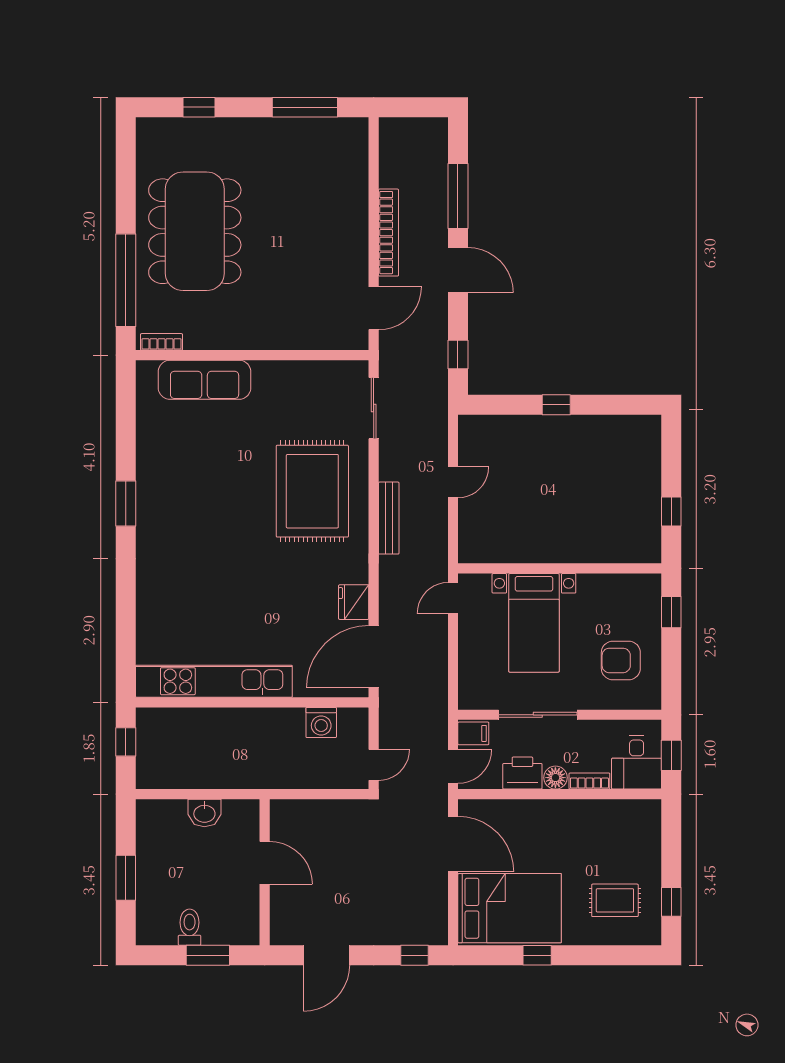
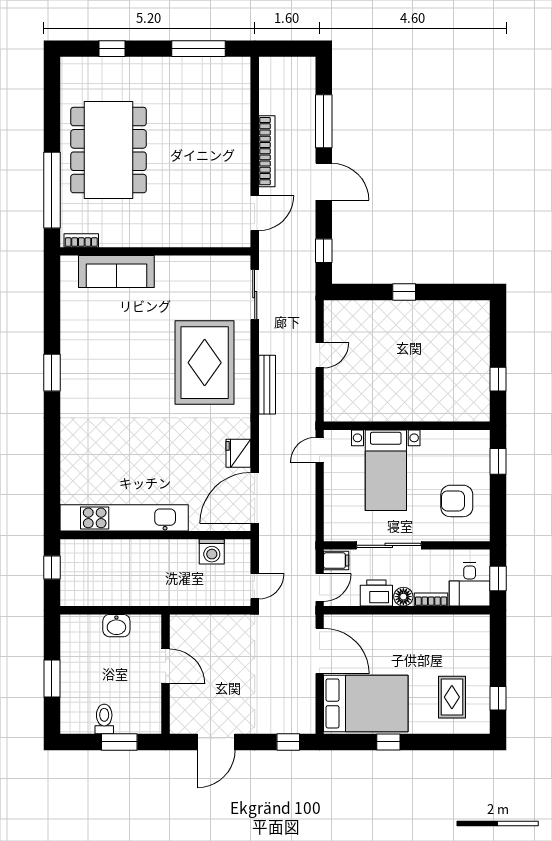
rug: (615, 900) -> (452, 697), turned 90

